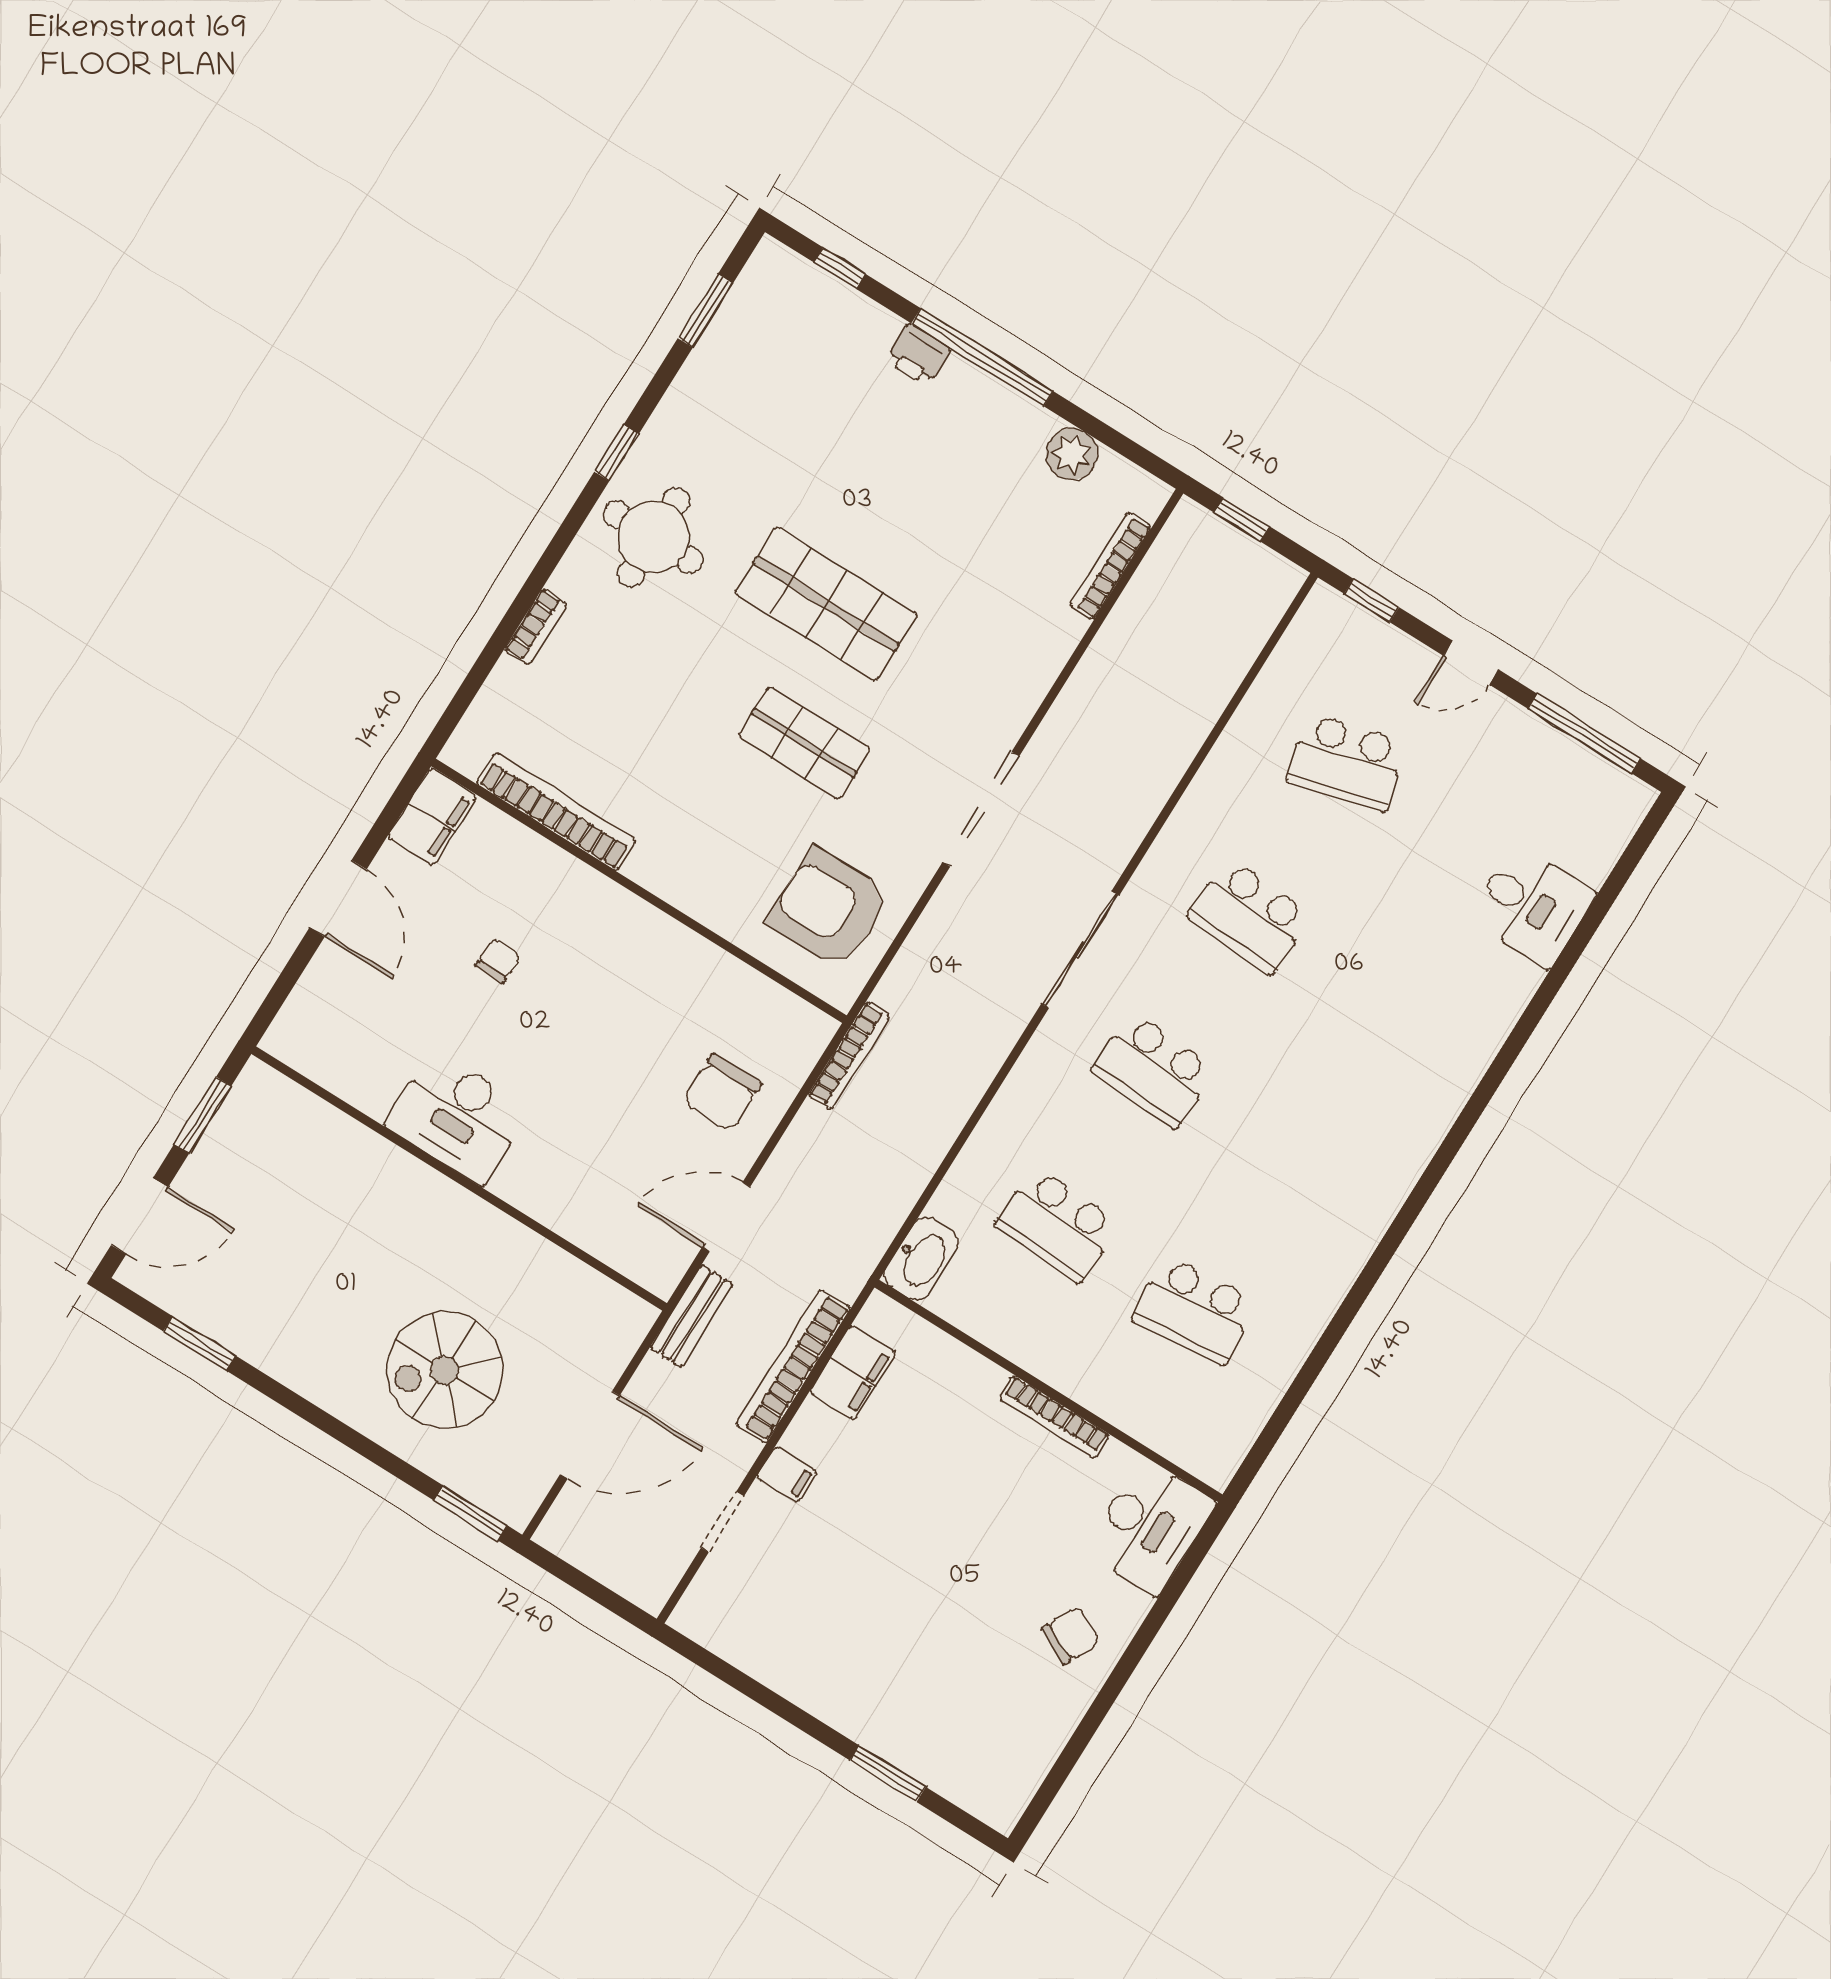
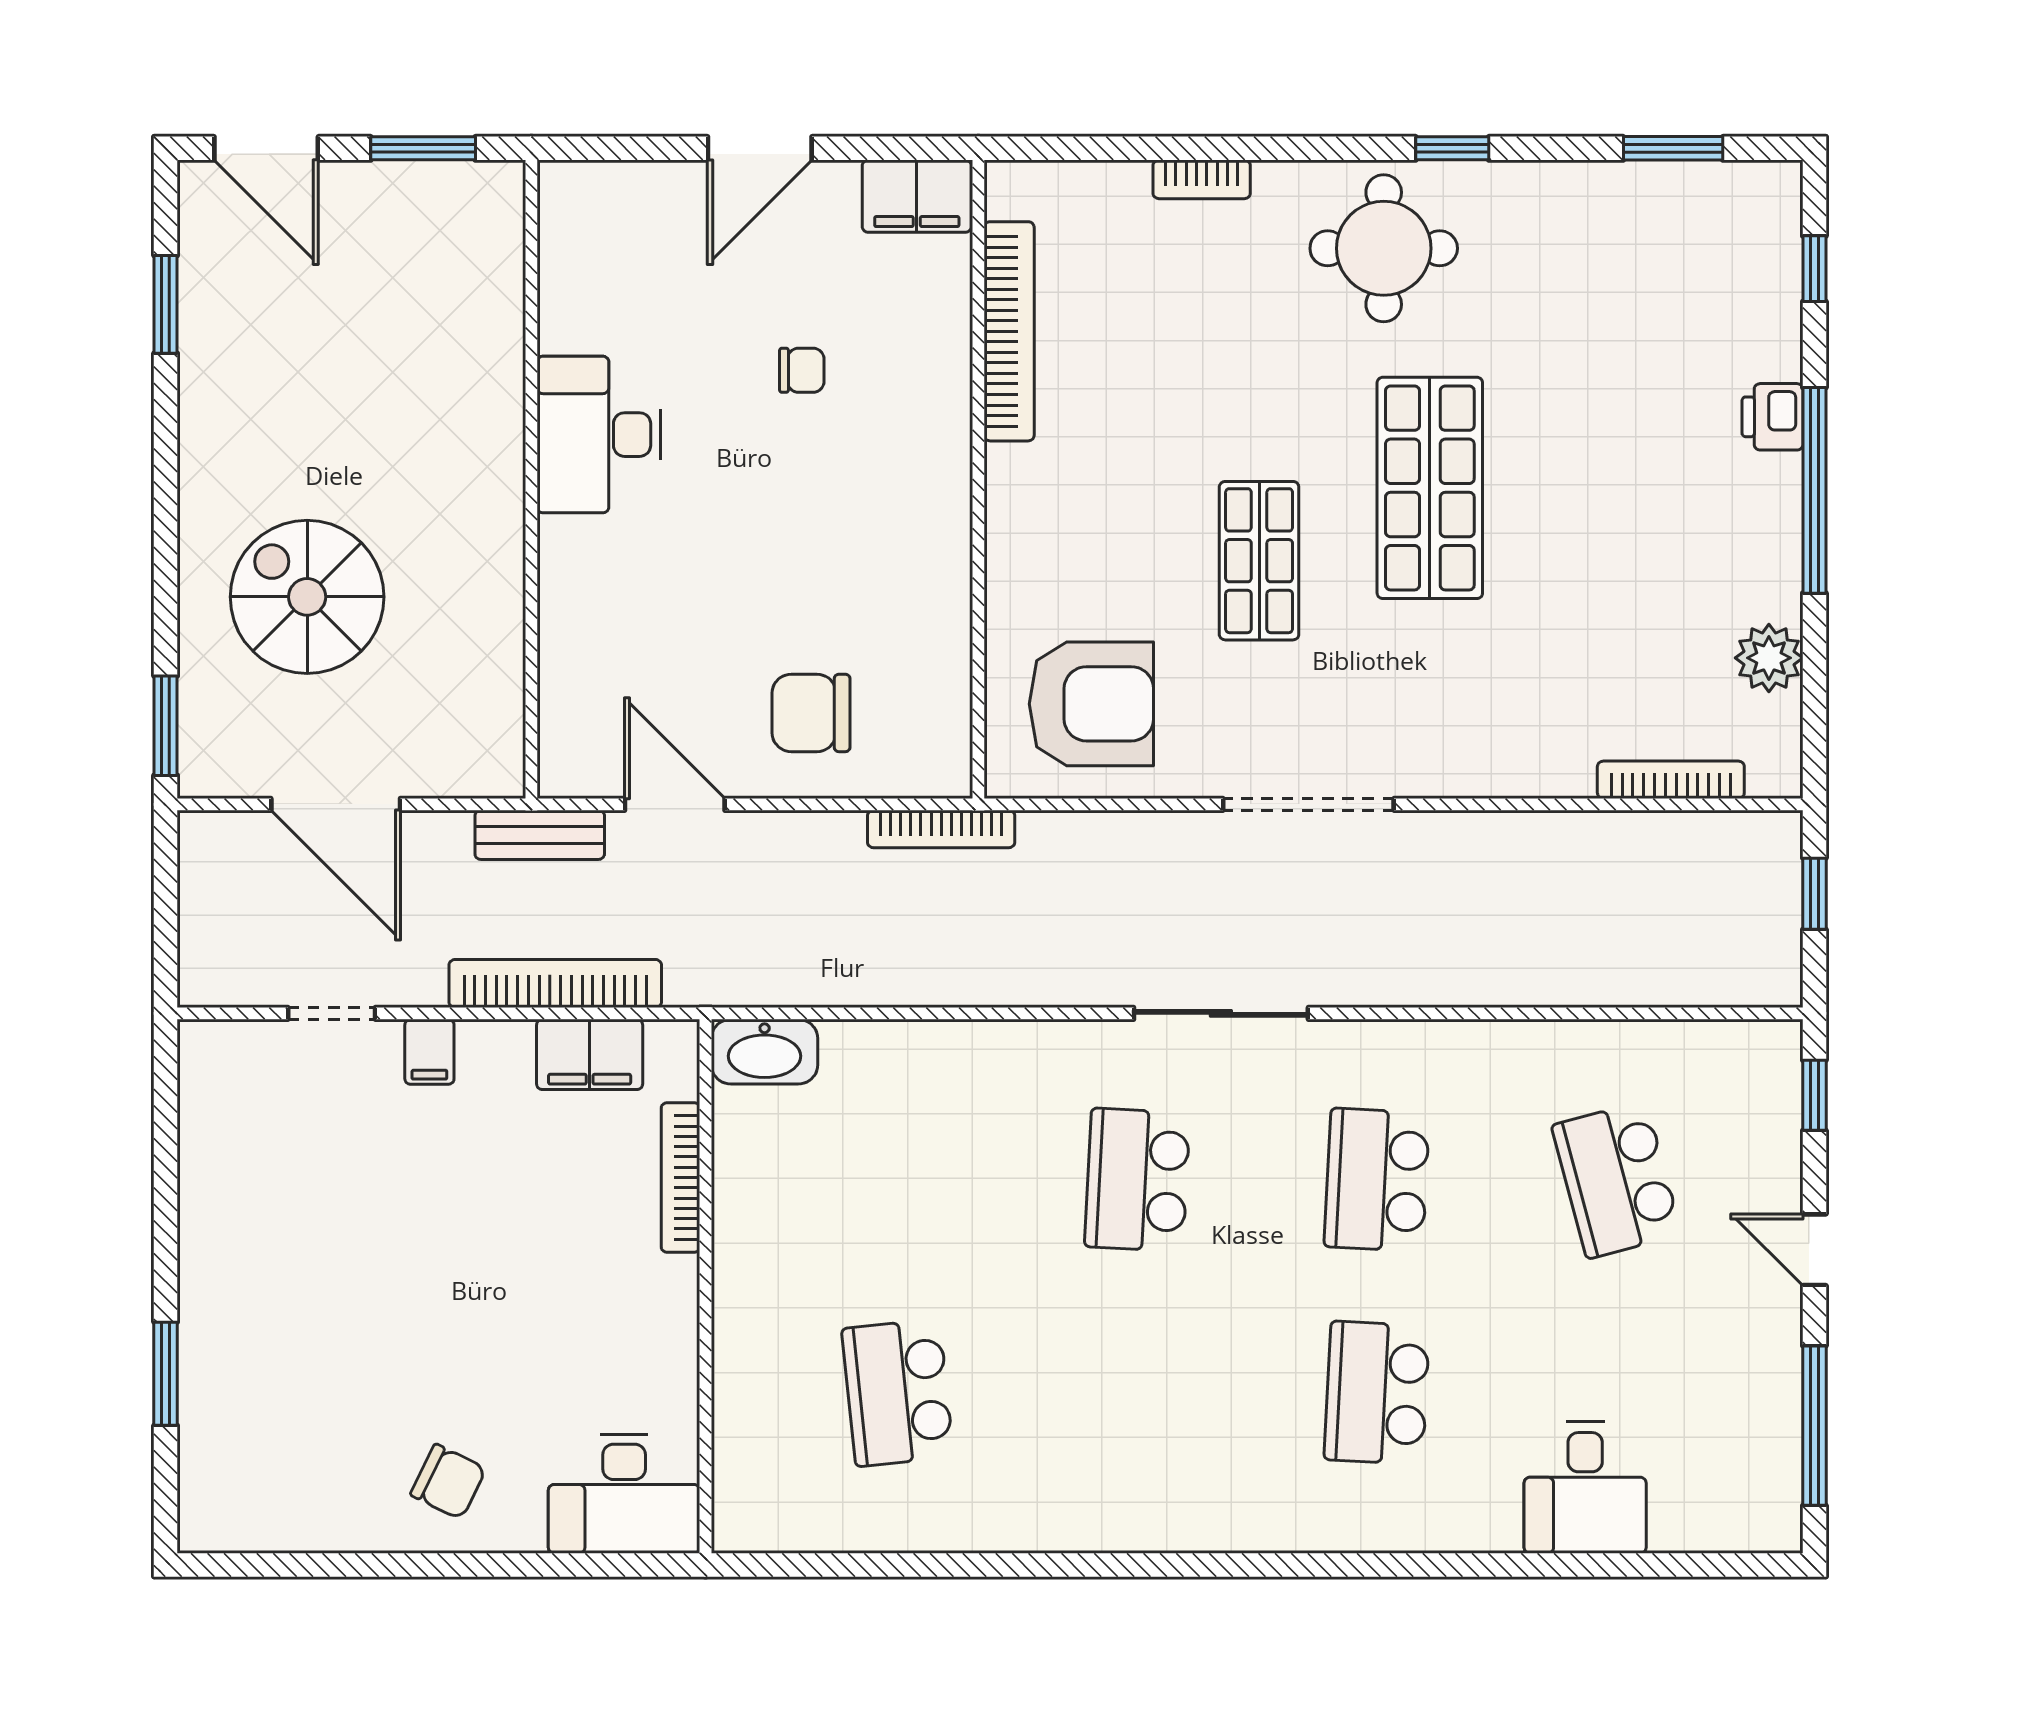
armchair: (829, 908) -> (1091, 704), turned 90
school desk: (1057, 1224) -> (1377, 1393), moved
bookcase: (1054, 1417) -> (681, 1178), moved

